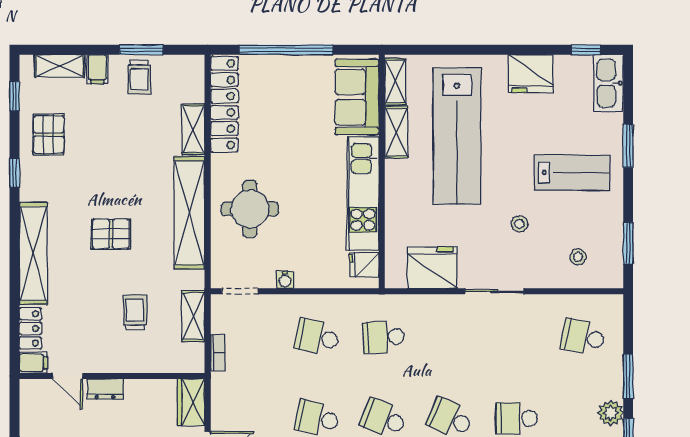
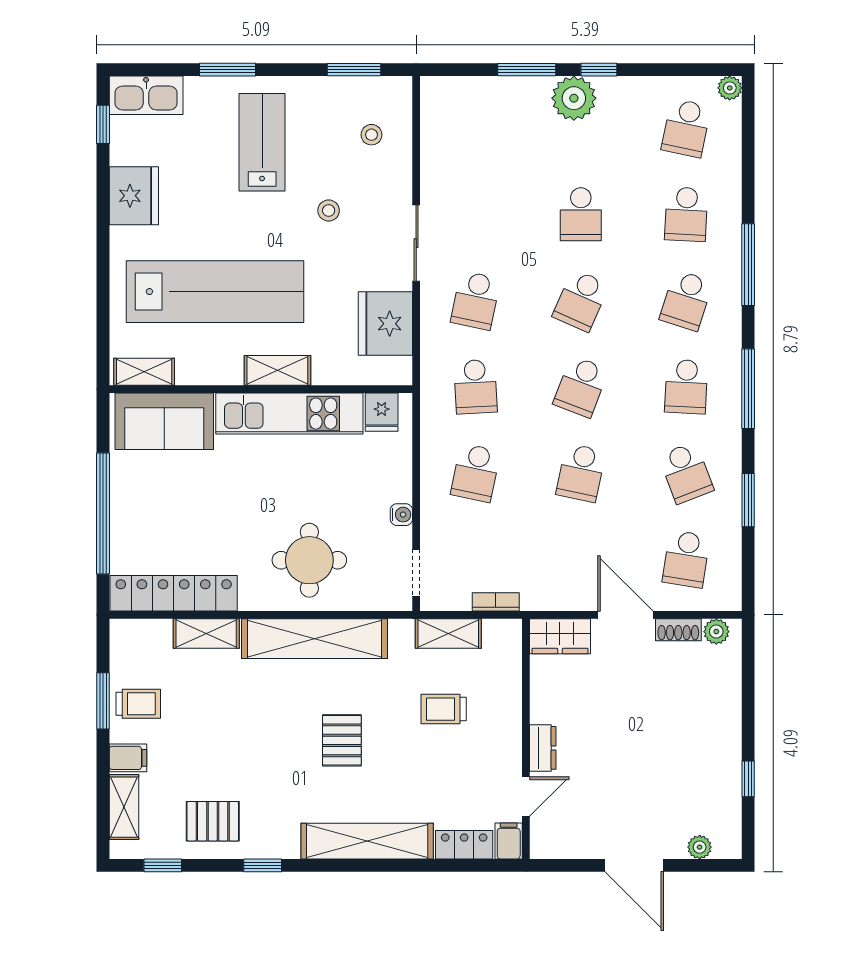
shelving: (396, 132) -> (277, 370), moved
school desk: (583, 337) -> (476, 300), moved
plant: (611, 413) -> (574, 98), width x1.36, depth x1.36

